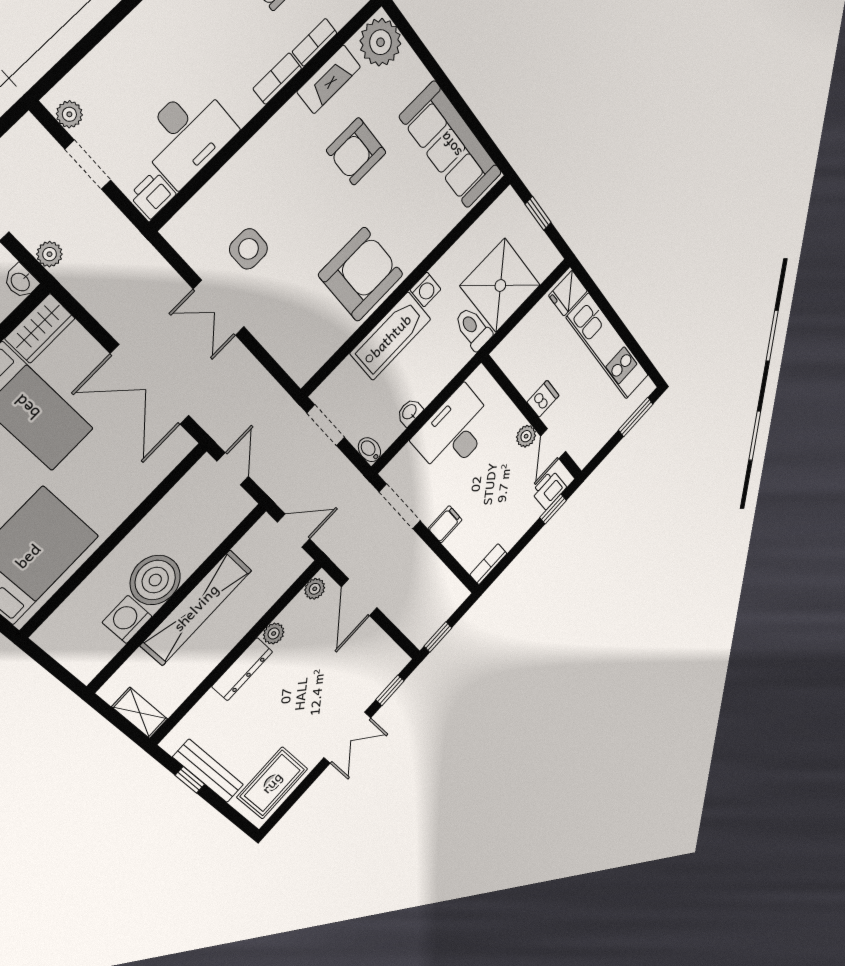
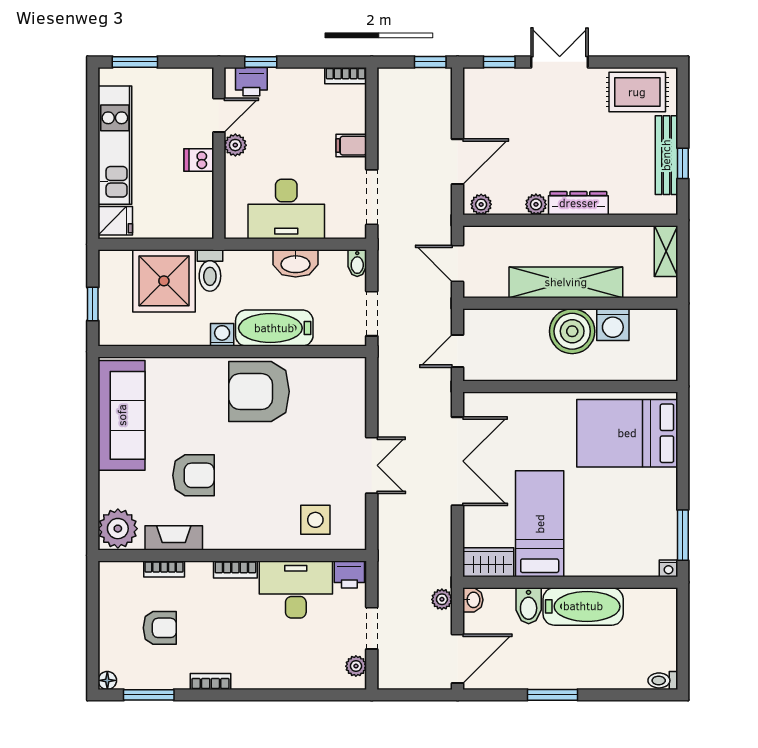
bookcase: (277, 79) -> (235, 569), moved
side table: (248, 249) -> (315, 520), moved
washbasin: (410, 412) -> (296, 263), width x1.91, depth x1.45

